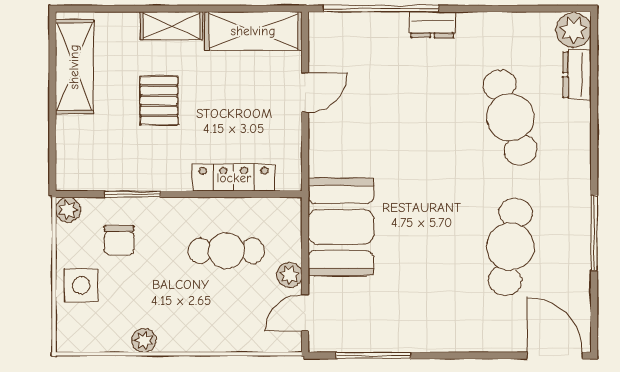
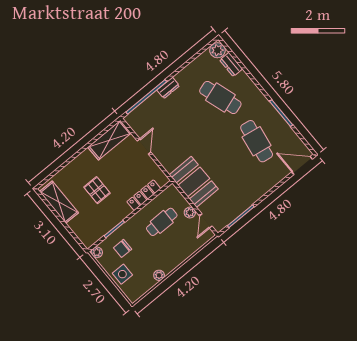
shelving: (171, 26) -> (80, 161), removed
chair: (119, 240) -> (123, 248), turned 90

